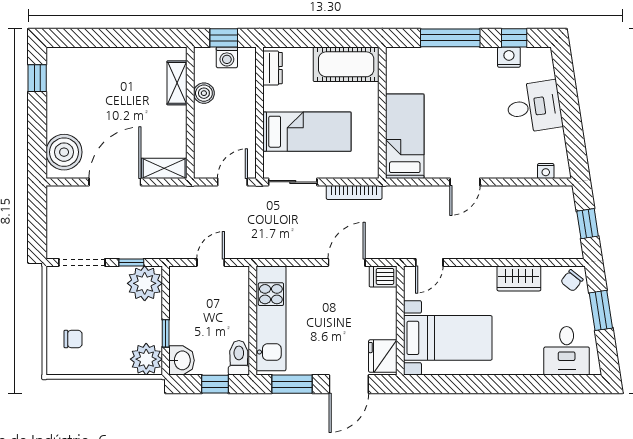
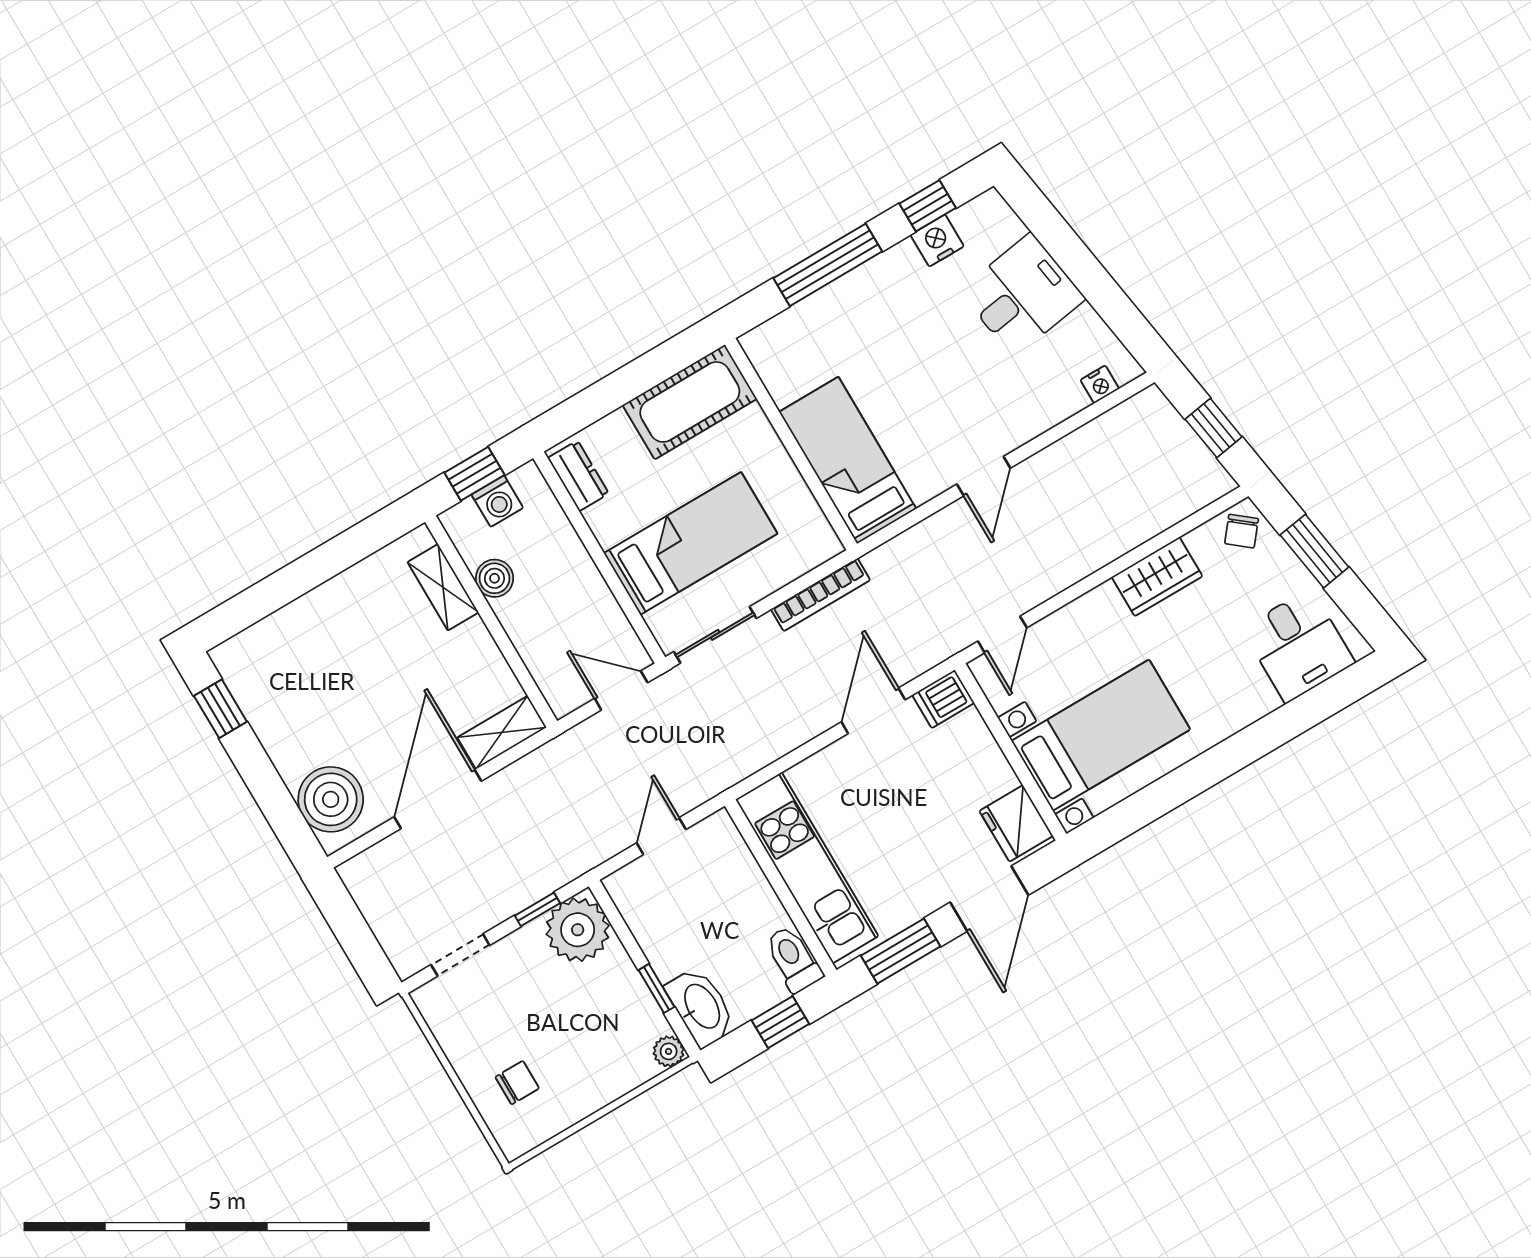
door: (232, 182) -> (621, 691), hinge flipped
doorway: (82, 262) -> (460, 955), width x0.73
plant: (146, 359) -> (669, 1051), width x0.53, depth x0.53
washbasin: (182, 360) -> (701, 1007), width x1.38

